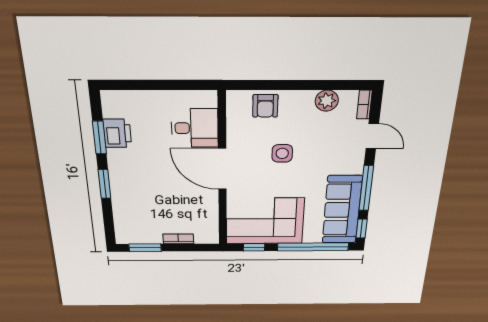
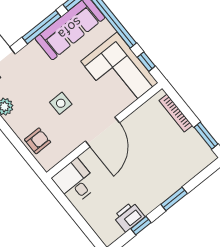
desk: (195, 128) -> (75, 182), moved
window: (99, 138) -> (141, 226), width x0.67
bookcase: (178, 239) -> (176, 113), width x1.56

